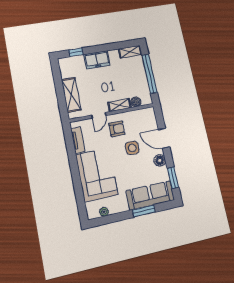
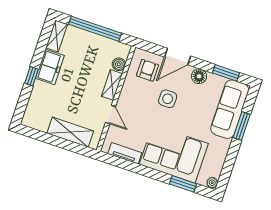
window: (76, 52) -> (32, 76), moved
freezer: (97, 60) -> (50, 67), moved
armchair: (117, 129) -> (147, 70), moved
window: (79, 194) -> (183, 184), added
plant: (104, 212) -> (212, 183), moved

